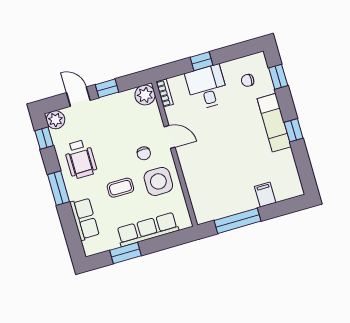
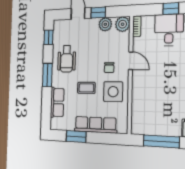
plant: (56, 120) -> (105, 24), moved

